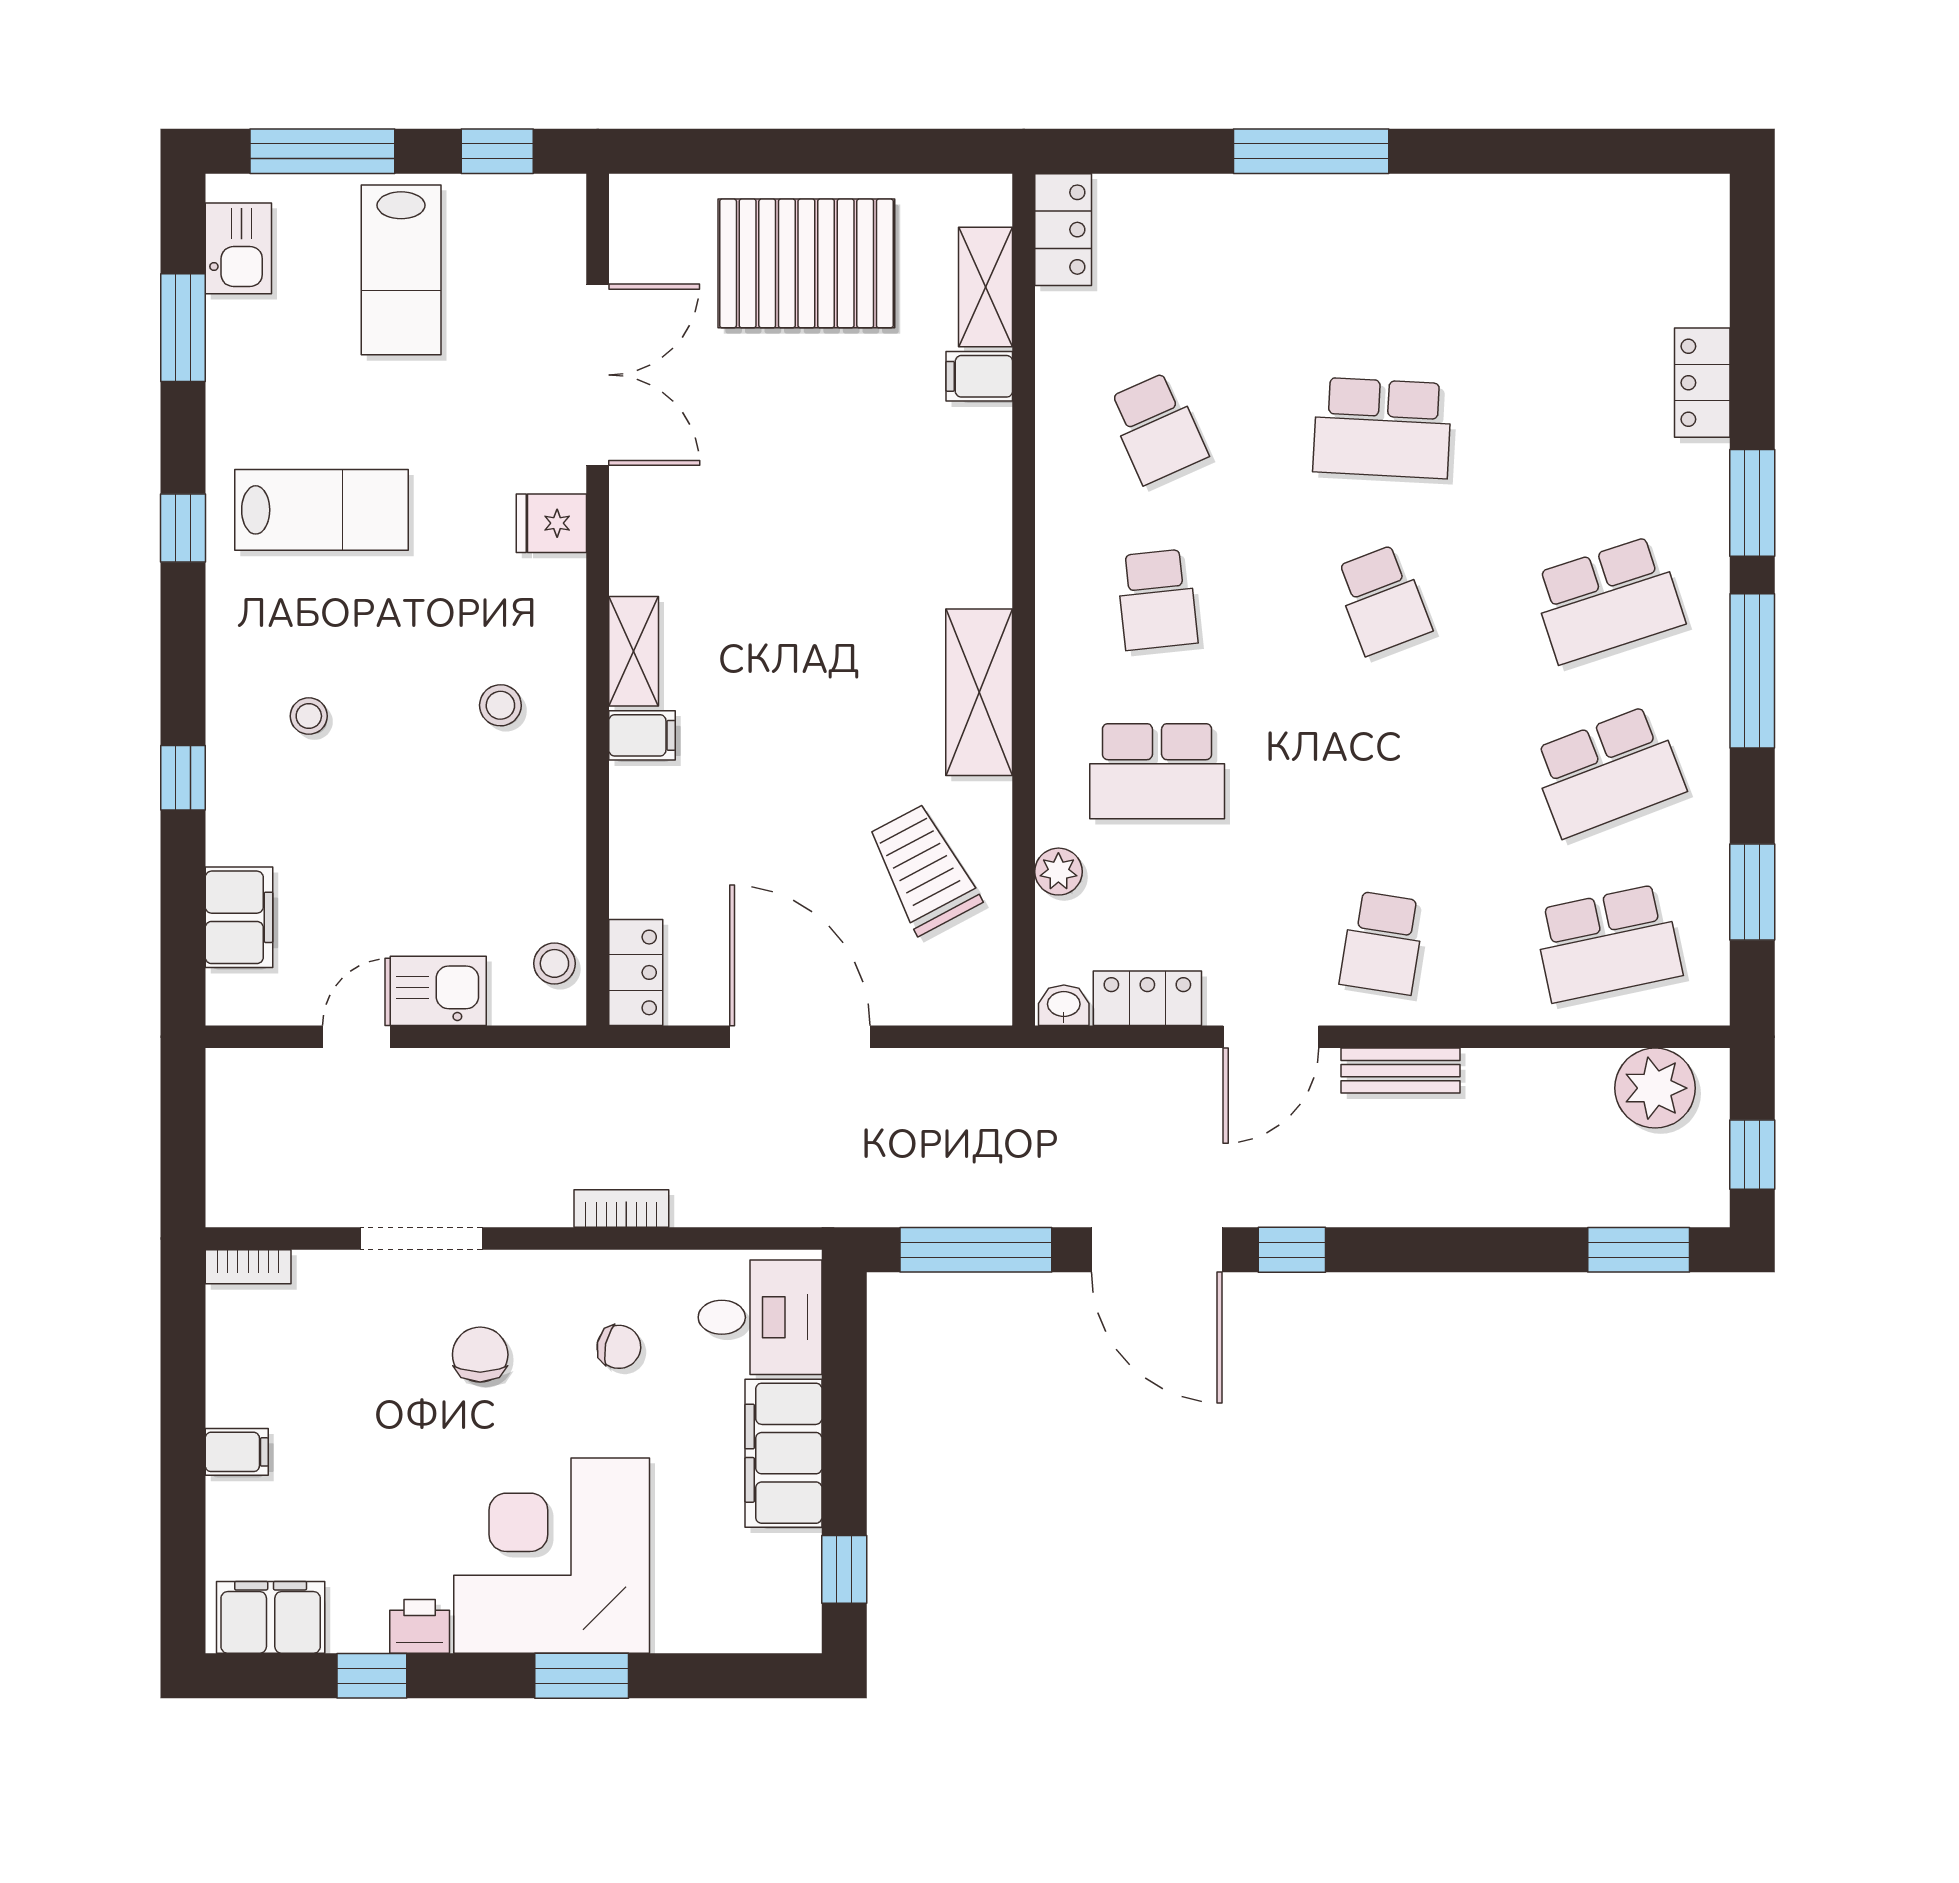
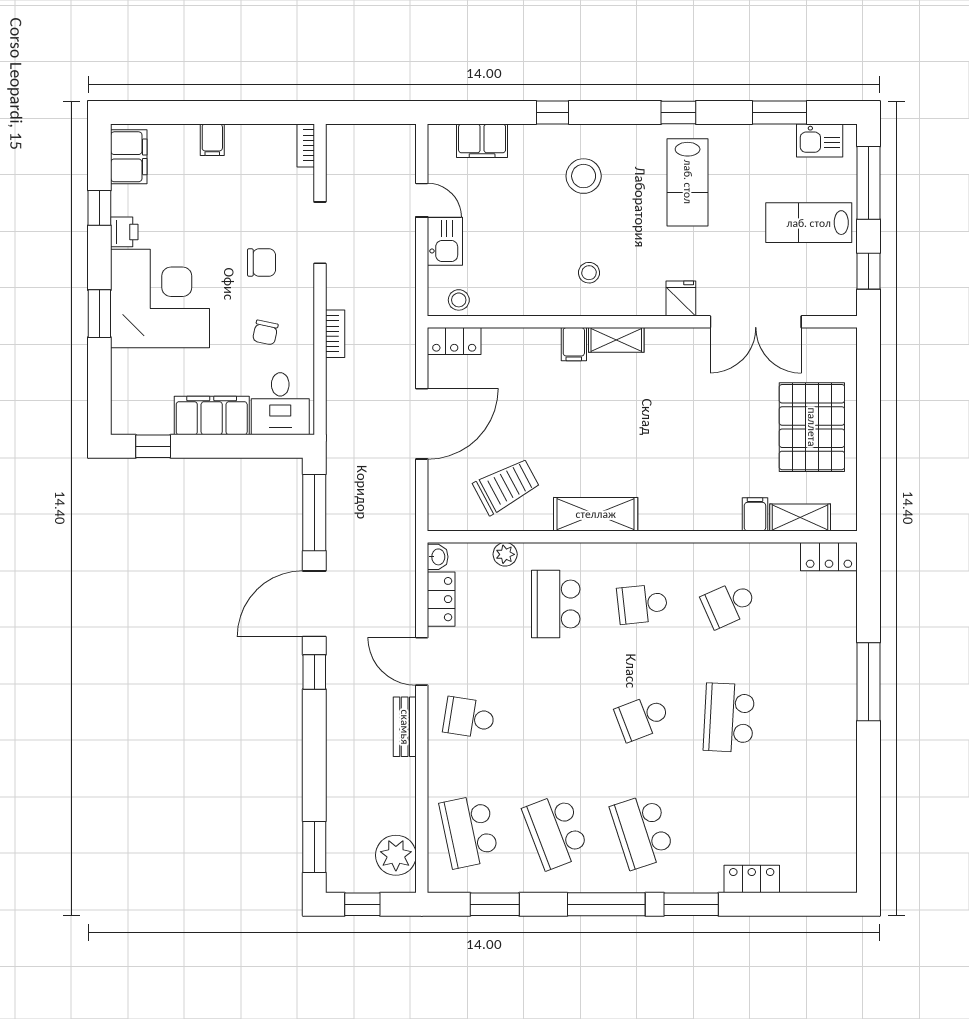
stool: (309, 716) -> (584, 176), width x1.89, depth x1.89

